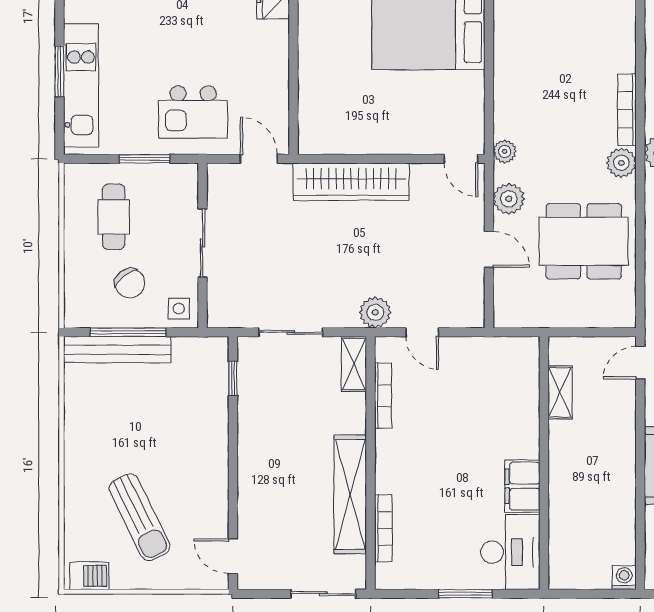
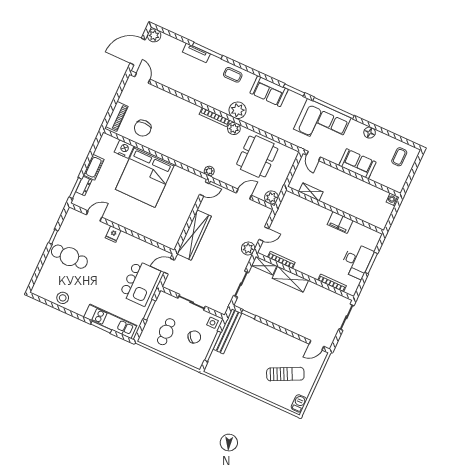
kitchen island: (193, 112) -> (140, 283), width x1.37, depth x1.28
plant: (509, 199) -> (271, 197), moved
cafe table: (114, 217) -> (166, 332), turned 90
bench: (117, 350) -> (228, 331), moved
shelving: (350, 495) -> (290, 279), moved, width x0.68
desk: (510, 552) -> (357, 261), moved, turned 90

